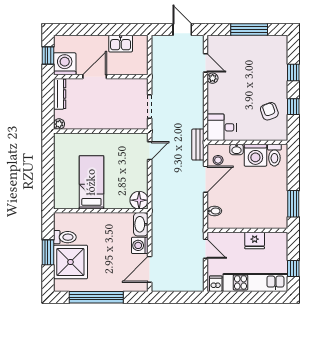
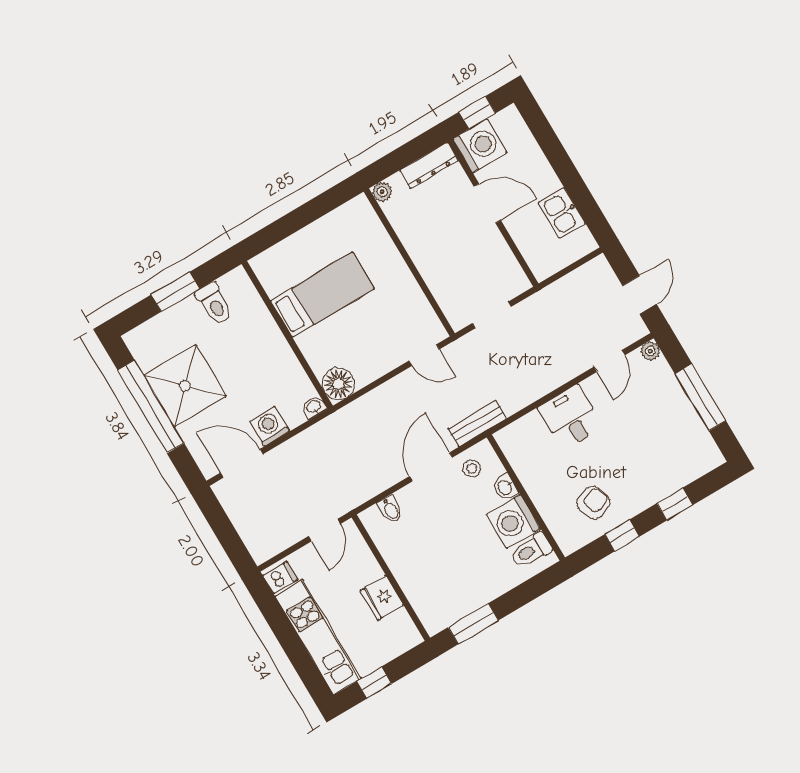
plant: (213, 78) -> (650, 351), moved
desk: (222, 127) -> (570, 417), moved
door: (206, 179) -> (431, 467), swing flipped
washbasin: (141, 224) -> (314, 407), width x0.52, depth x0.69
shower: (70, 262) -> (185, 386), moved

